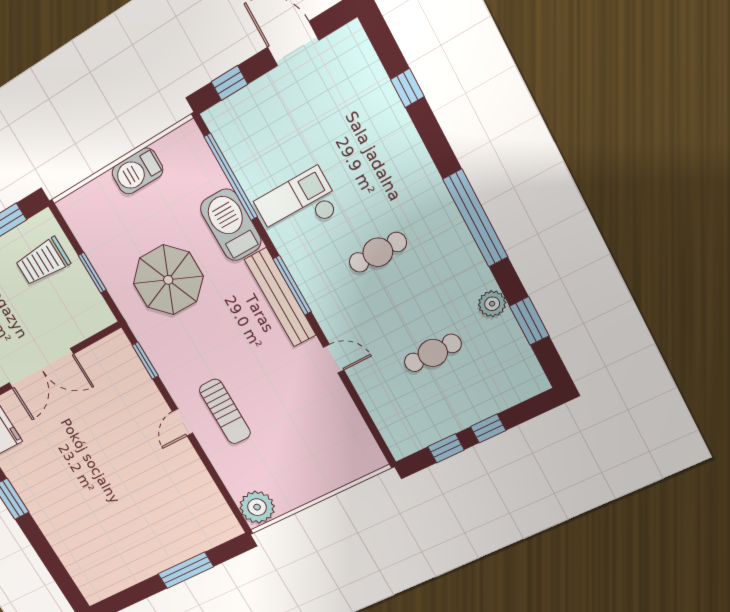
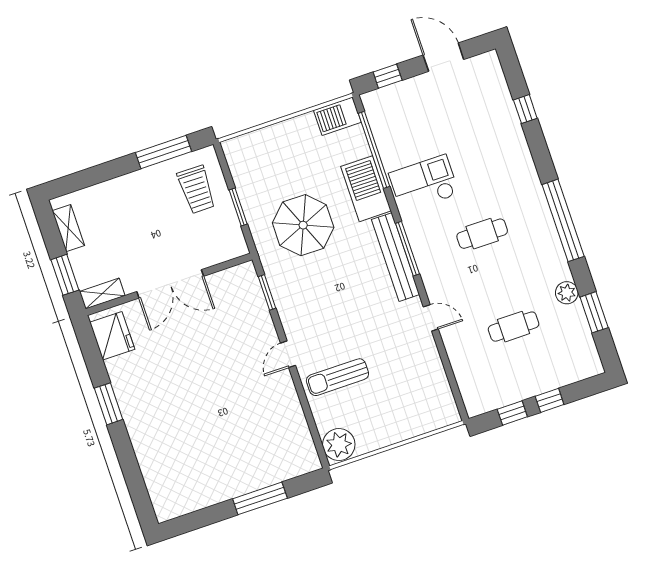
barbecue: (137, 171) -> (337, 116), moved
trolley: (43, 262) -> (197, 189), turned -90
sun lounger: (225, 412) -> (337, 377), moved, turned 90

